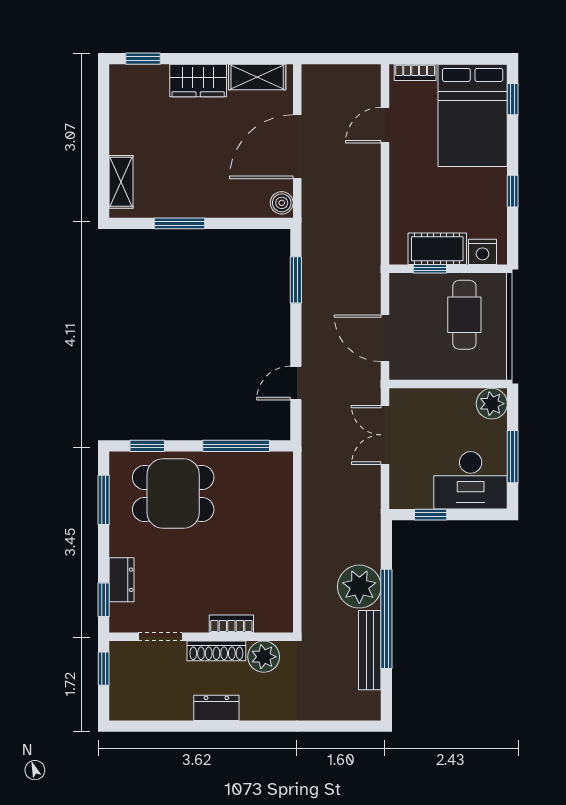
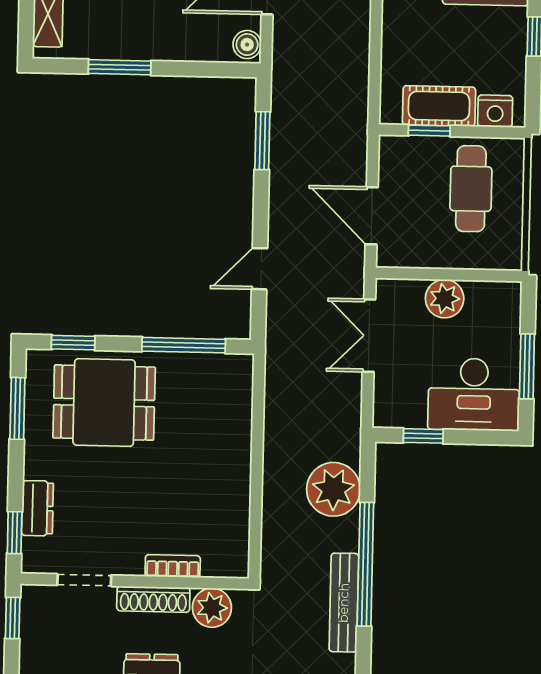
plant: (492, 404) -> (445, 299), moved
plant: (359, 587) -> (333, 489), moved

